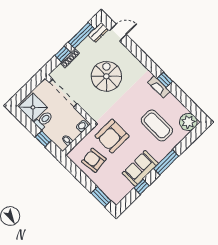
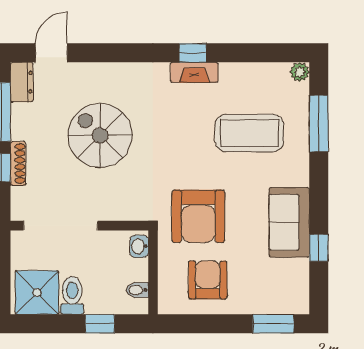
plant: (188, 122) -> (300, 72), width x0.53, depth x0.53
armchair: (94, 160) -> (208, 280), turned 97
window: (166, 162) -> (319, 124), moved

